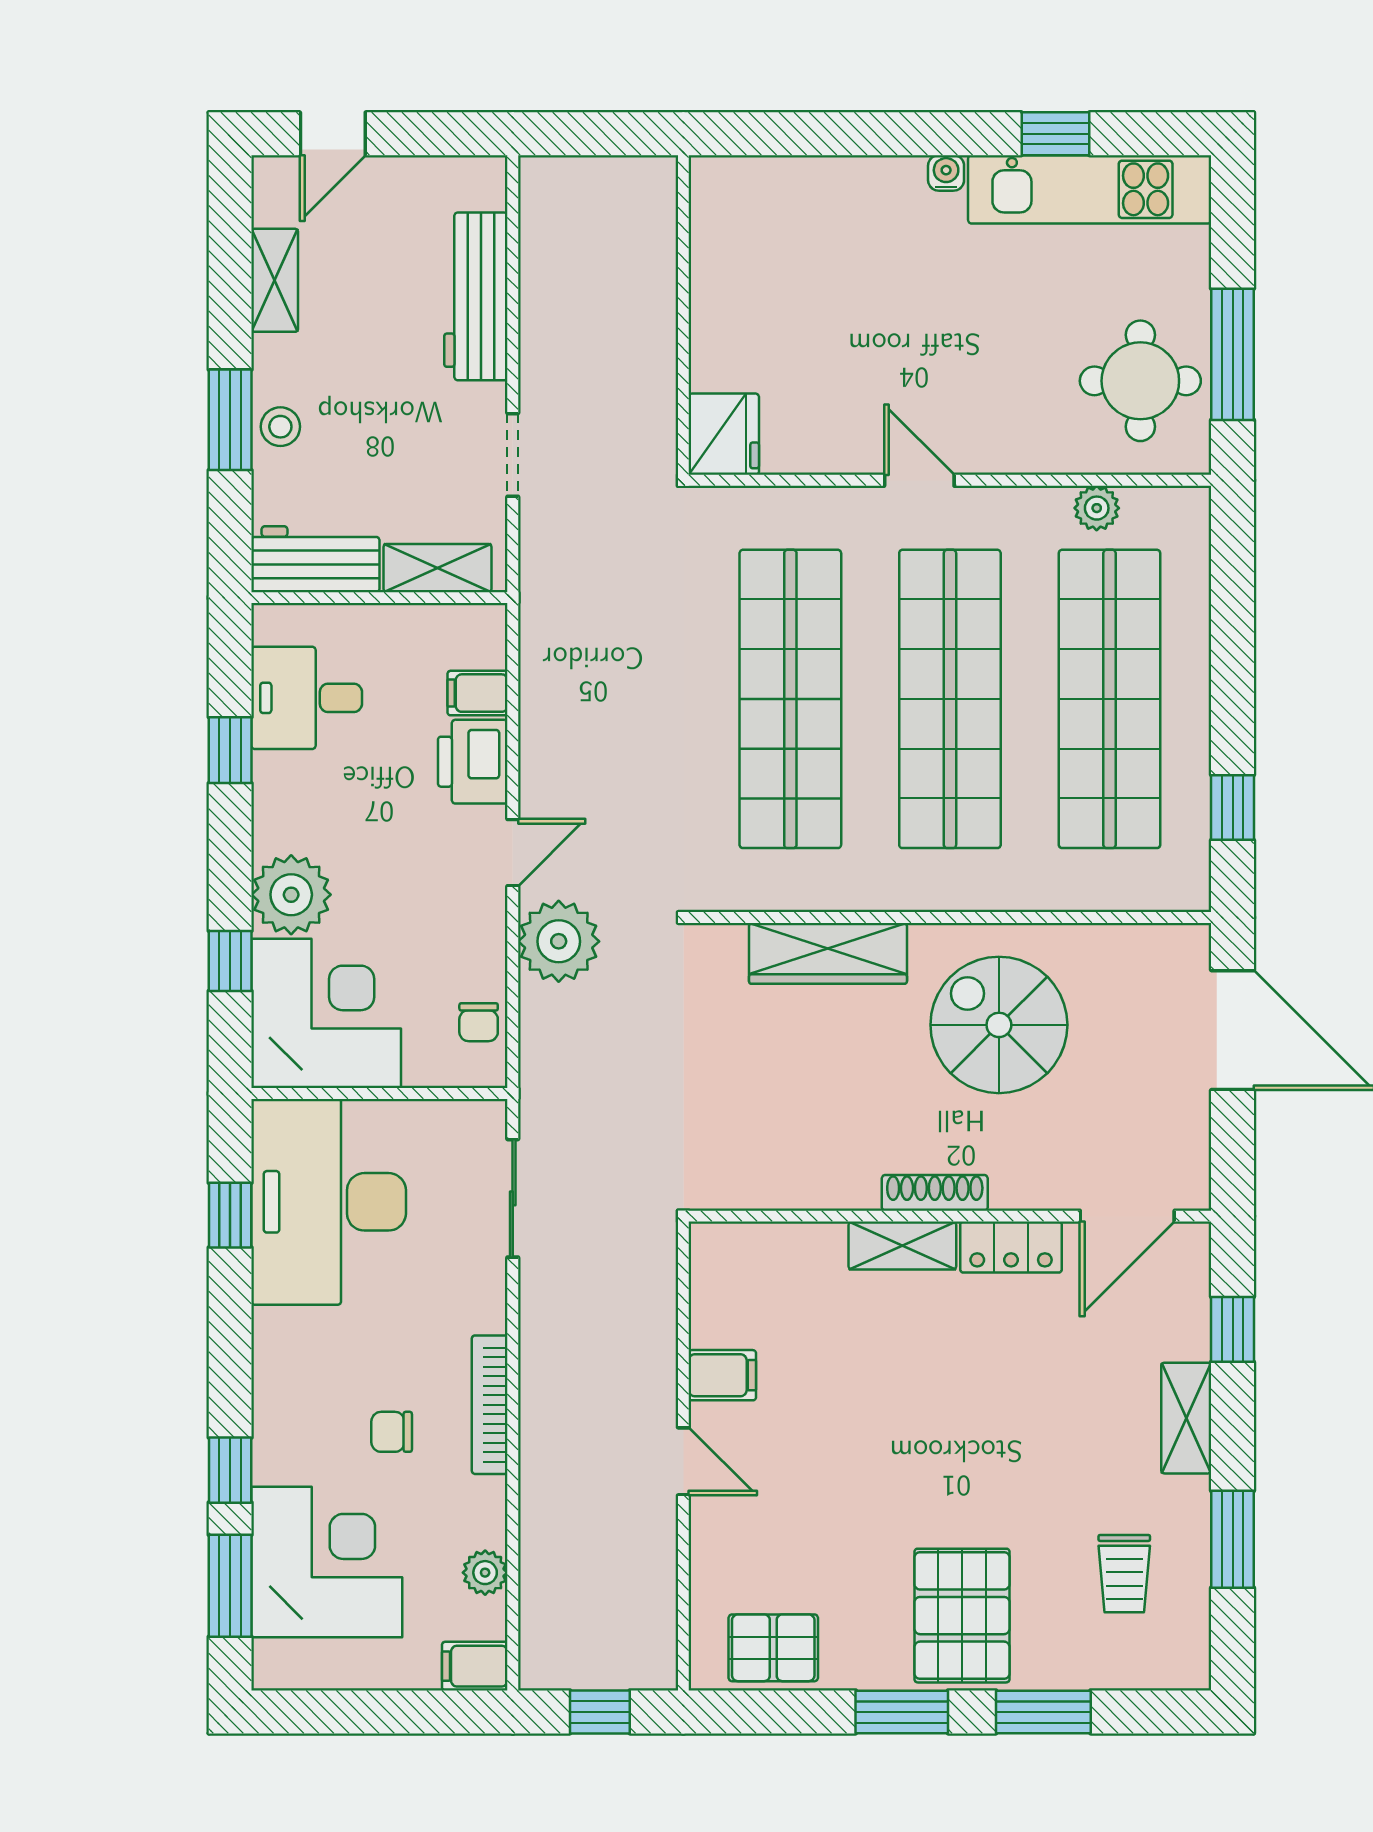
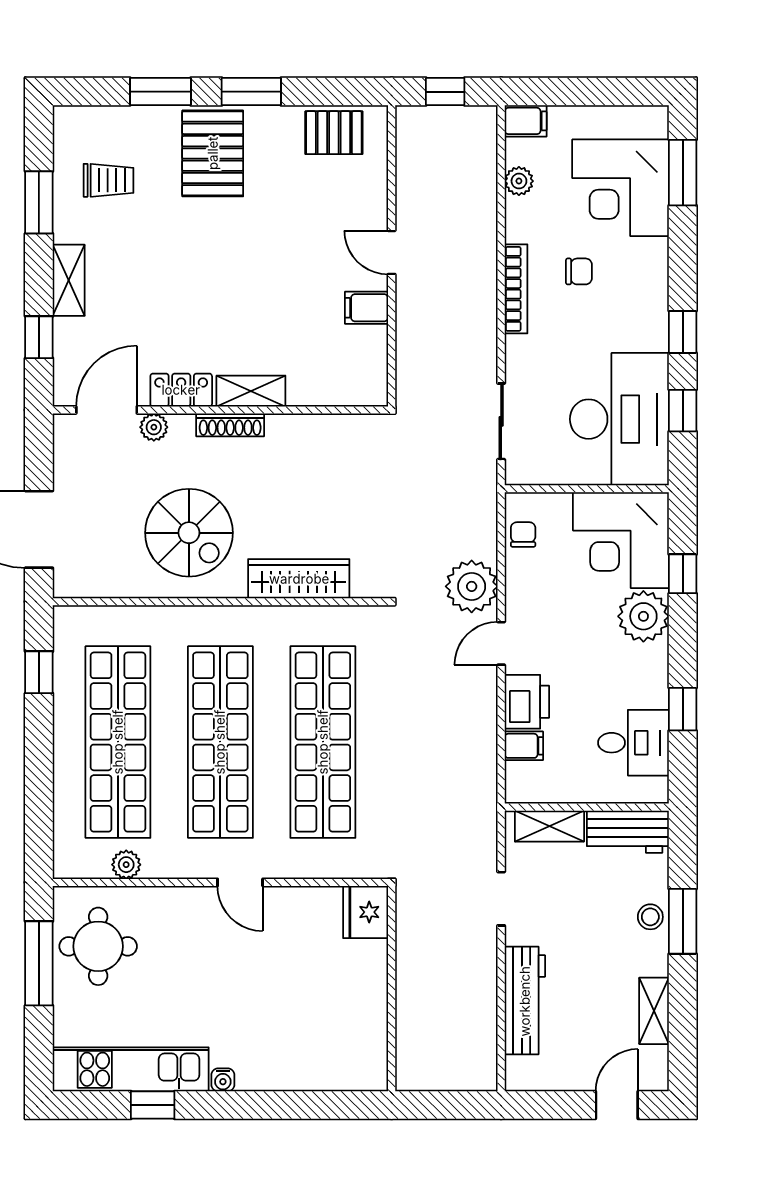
plant: (1054, 1189) -> (154, 427), added
window: (230, 1470) -> (683, 332), moved
trolley: (1124, 1574) -> (108, 180), turned 90

